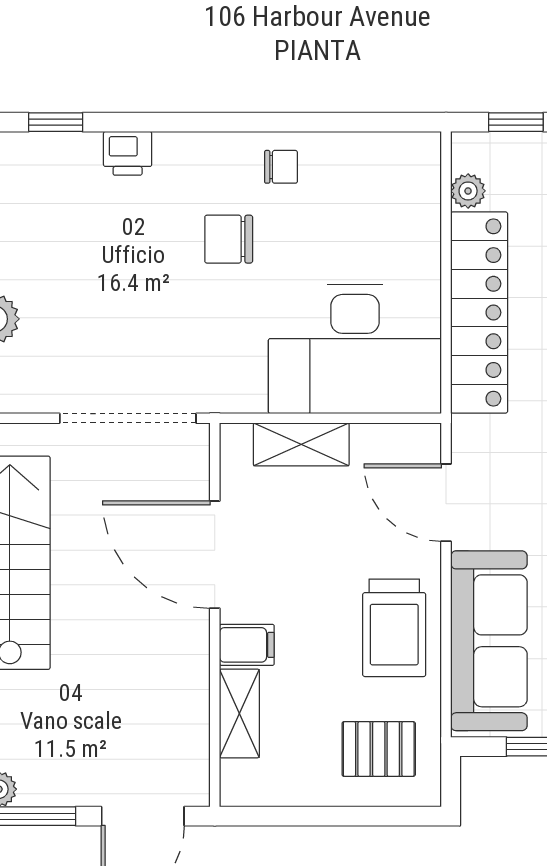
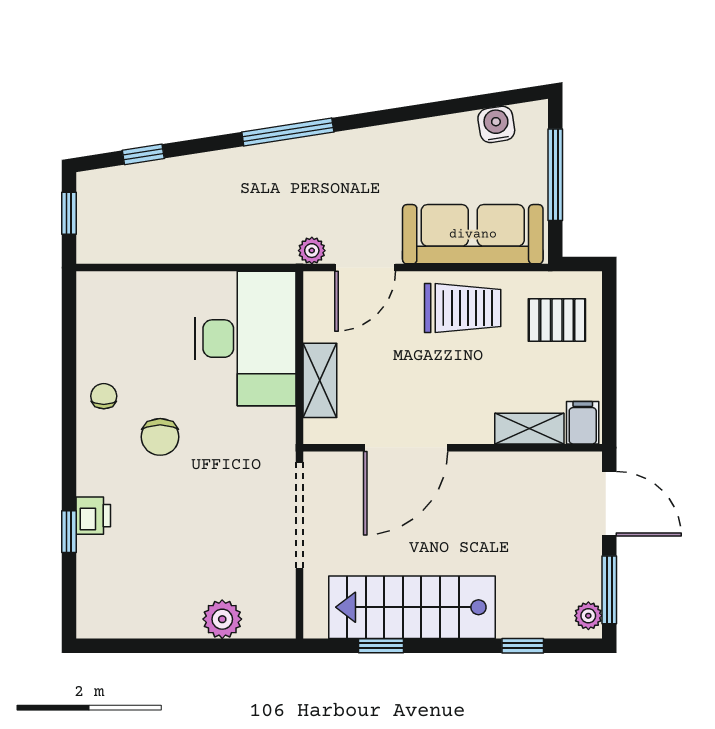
window: (56, 122) -> (69, 532), moved
plant: (468, 191) -> (312, 251), moved
locker: (479, 313) -> (217, 242), removed
filing cabinet: (247, 645) -> (583, 423), moved
pallet: (379, 749) -> (557, 320), turned 90

